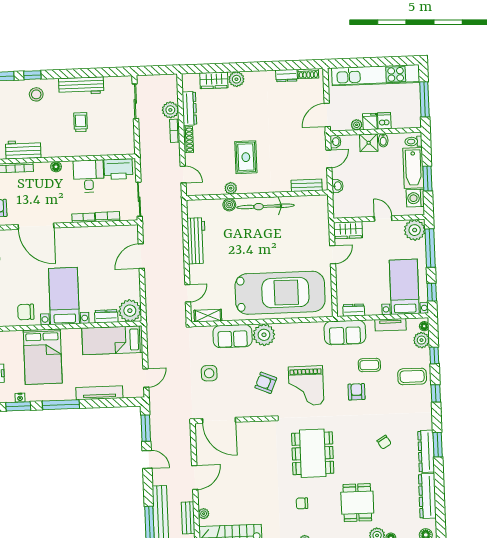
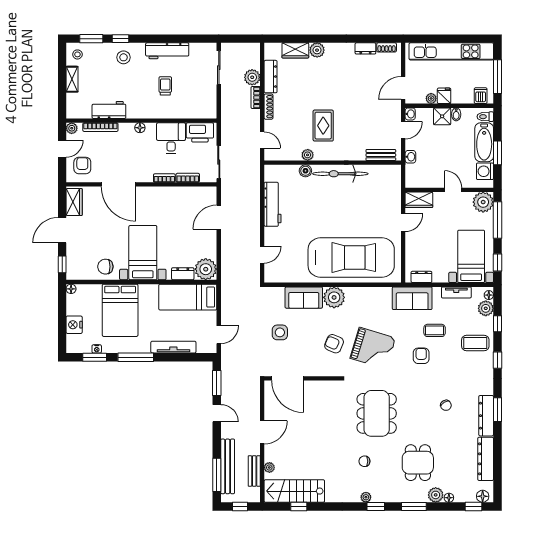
dishwasher: (384, 121) -> (481, 96), moved
shelving: (208, 316) -> (281, 277), removed
grand piano: (306, 386) -> (373, 348), turned -73

